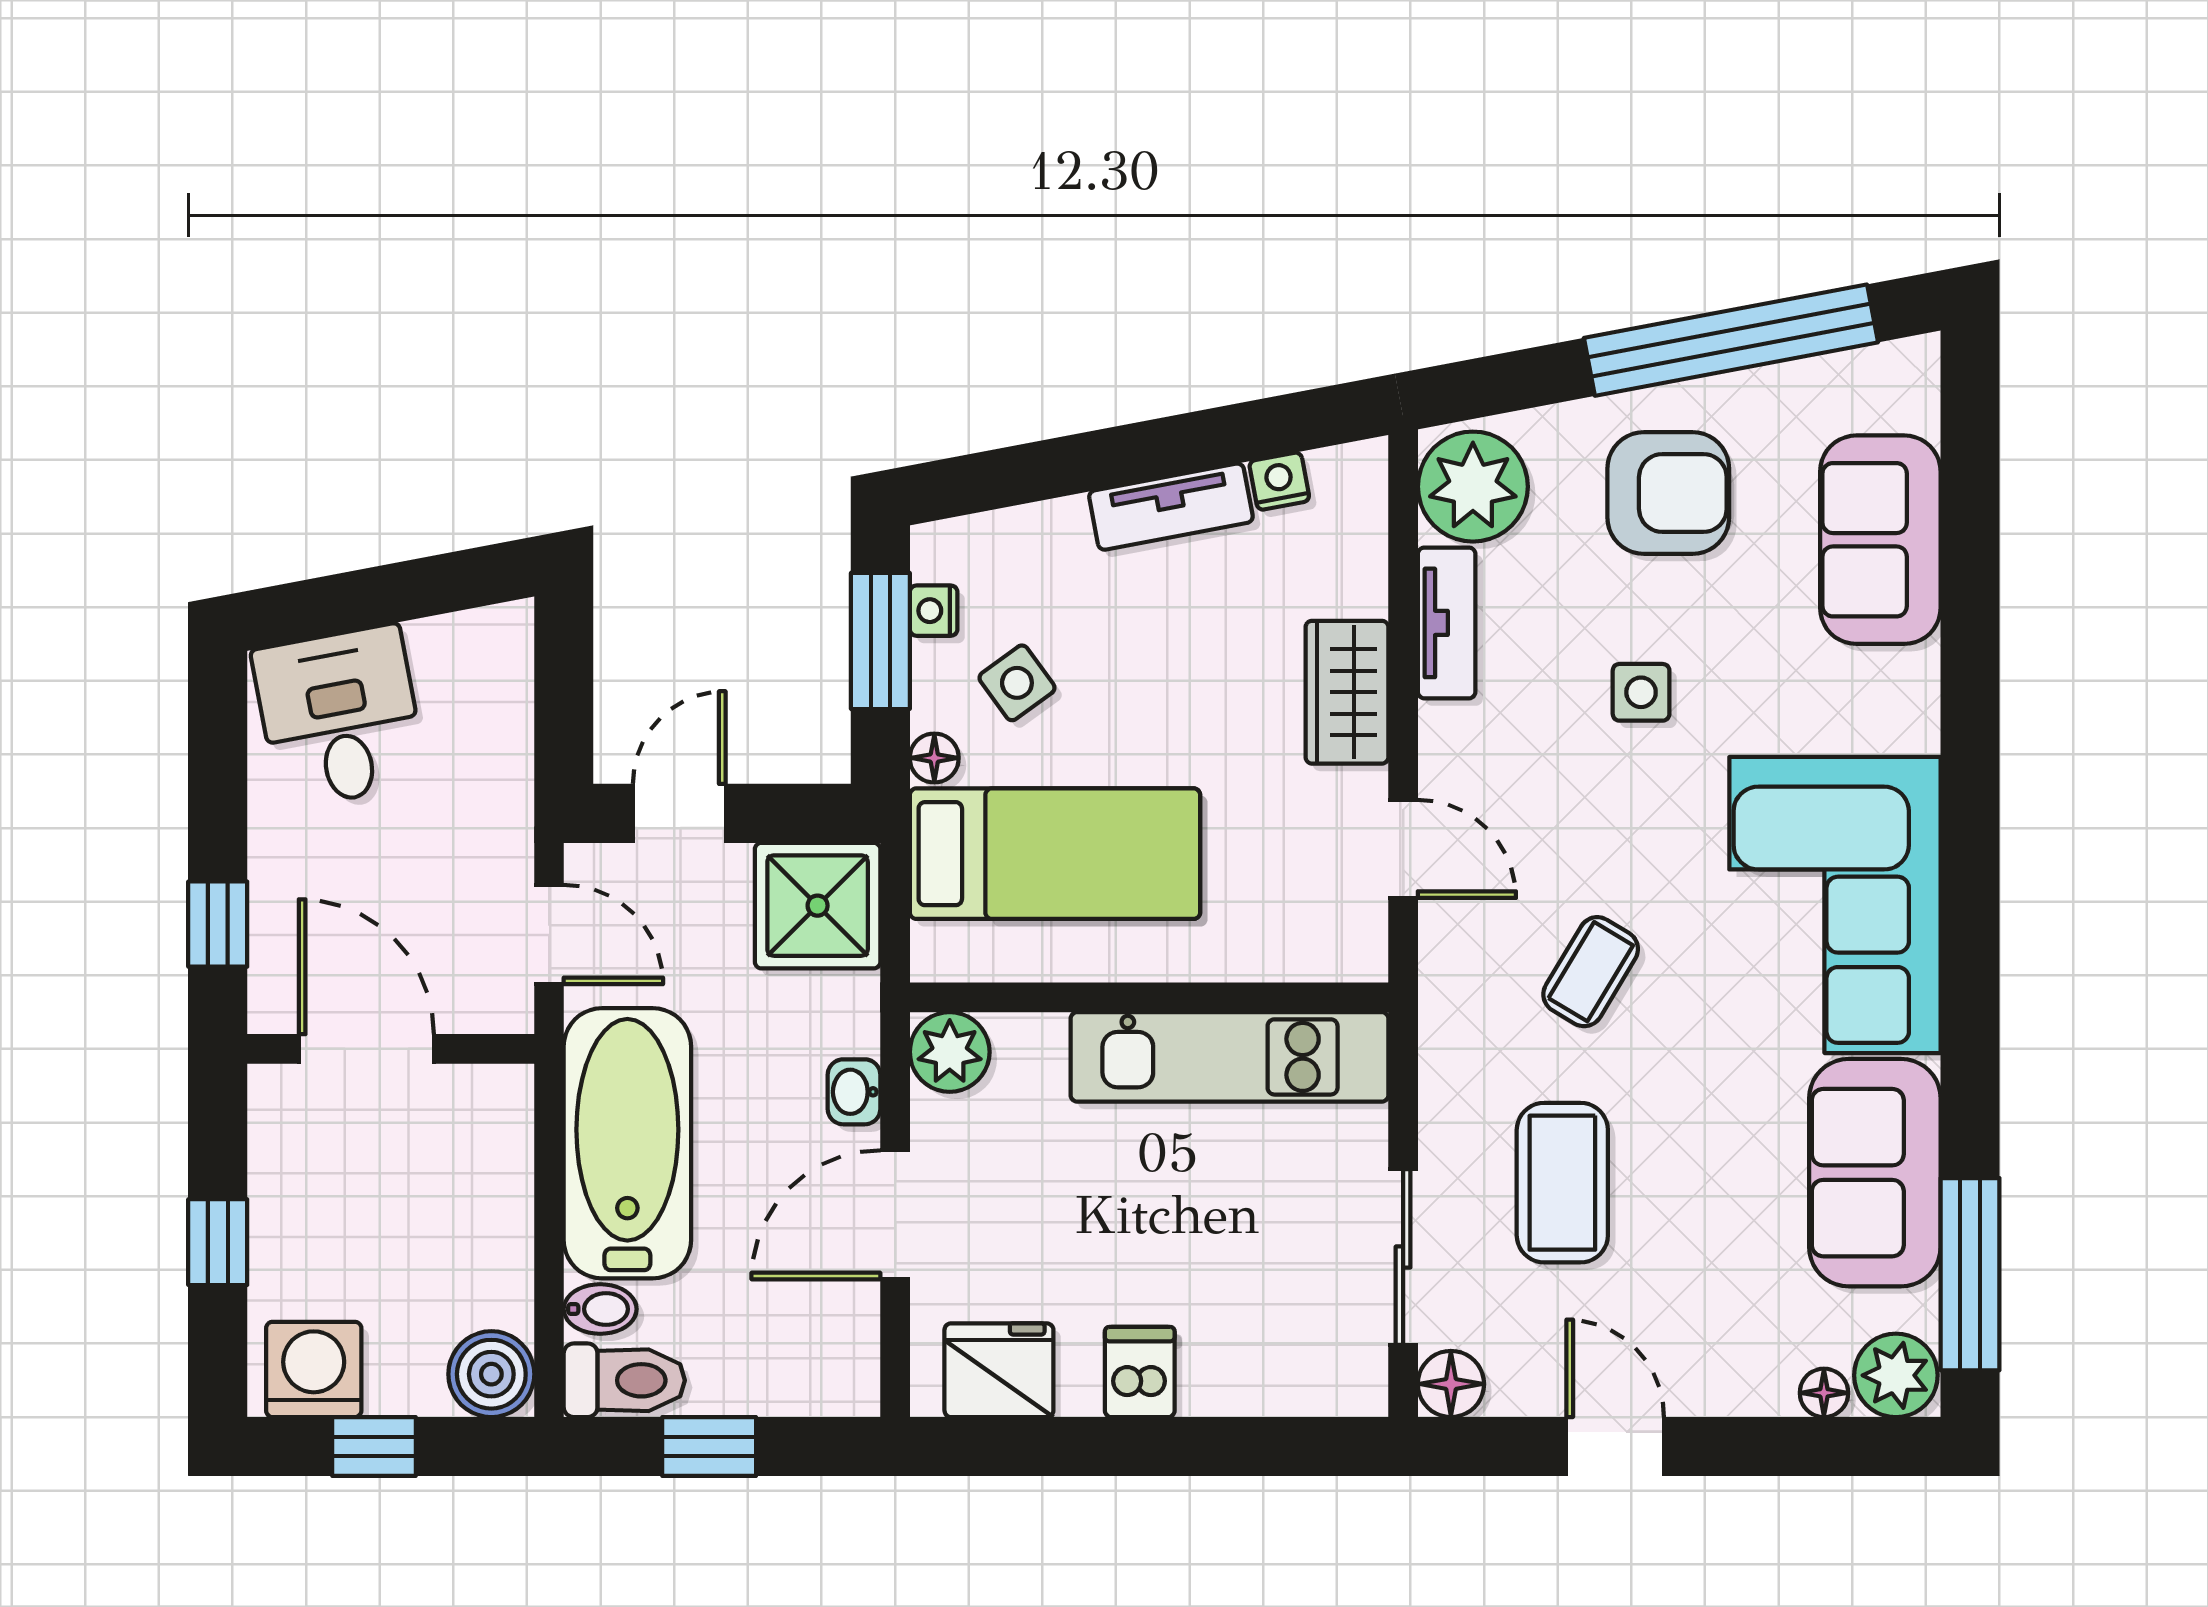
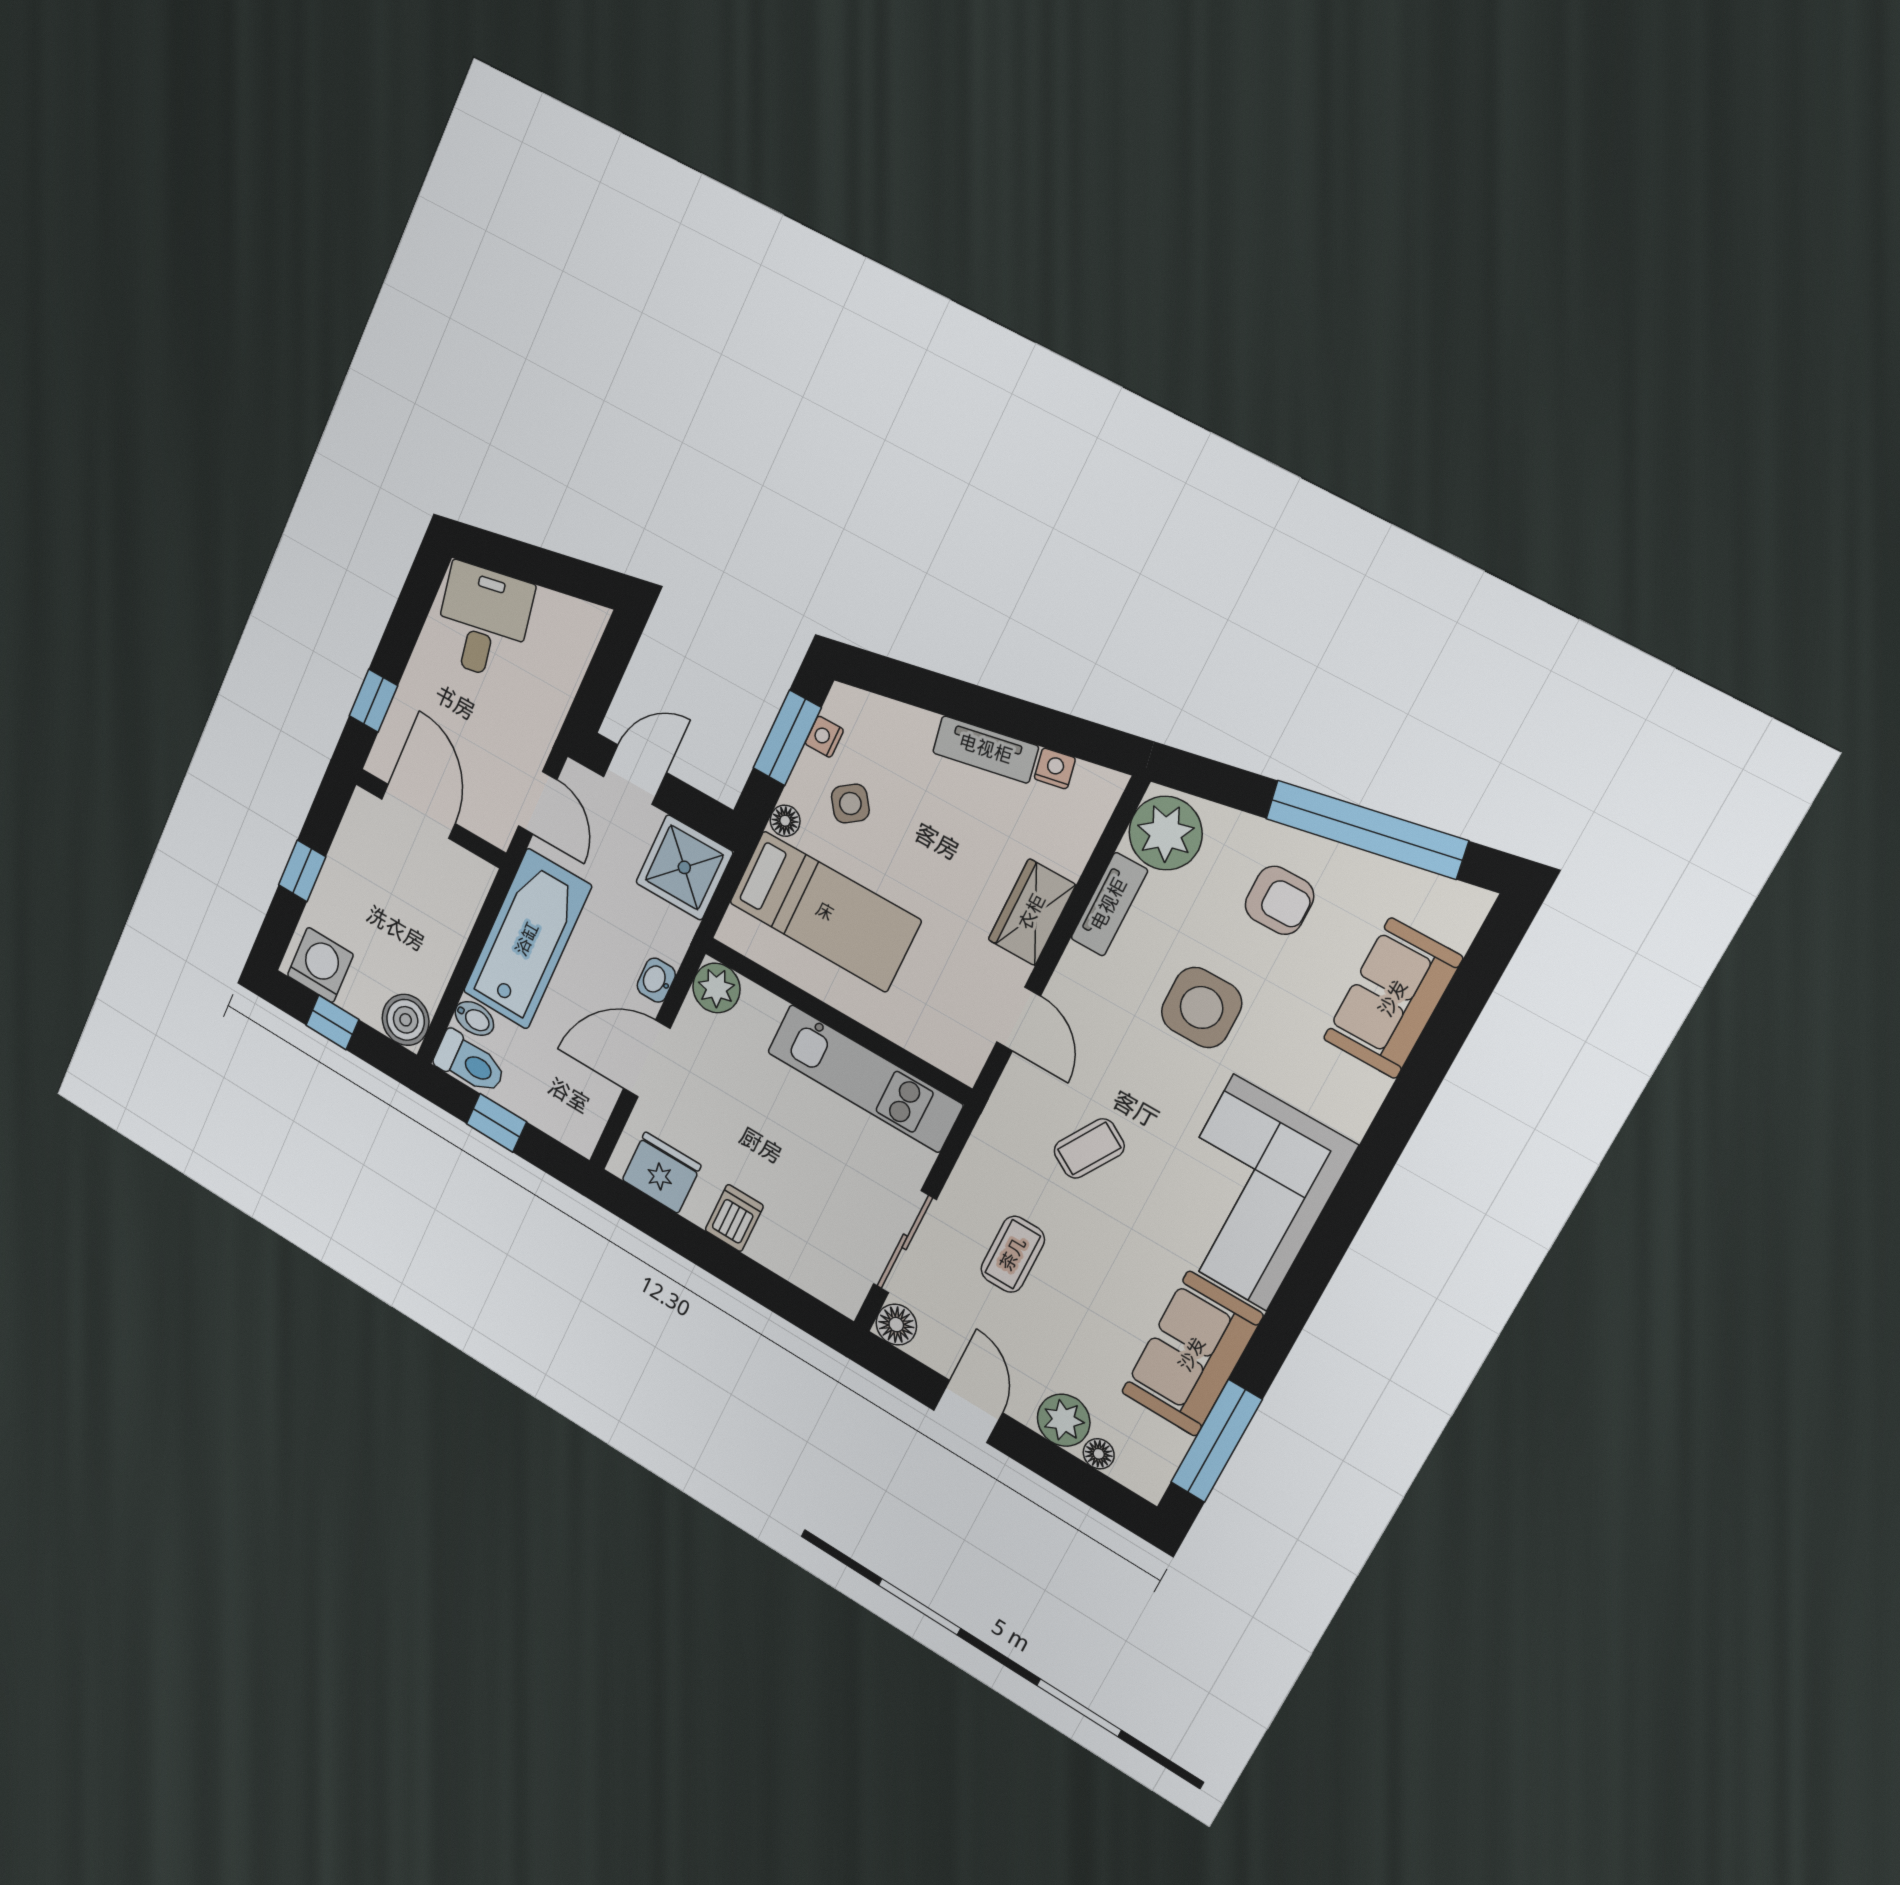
armchair: (1668, 493) -> (1279, 900), width x0.72, depth x0.72
side table: (1641, 692) -> (1202, 1007), width x1.87, depth x1.87
coffee table: (1562, 1183) -> (1013, 1254), width x0.73, depth x0.77
plant: (1896, 1375) -> (1064, 1420), moved

